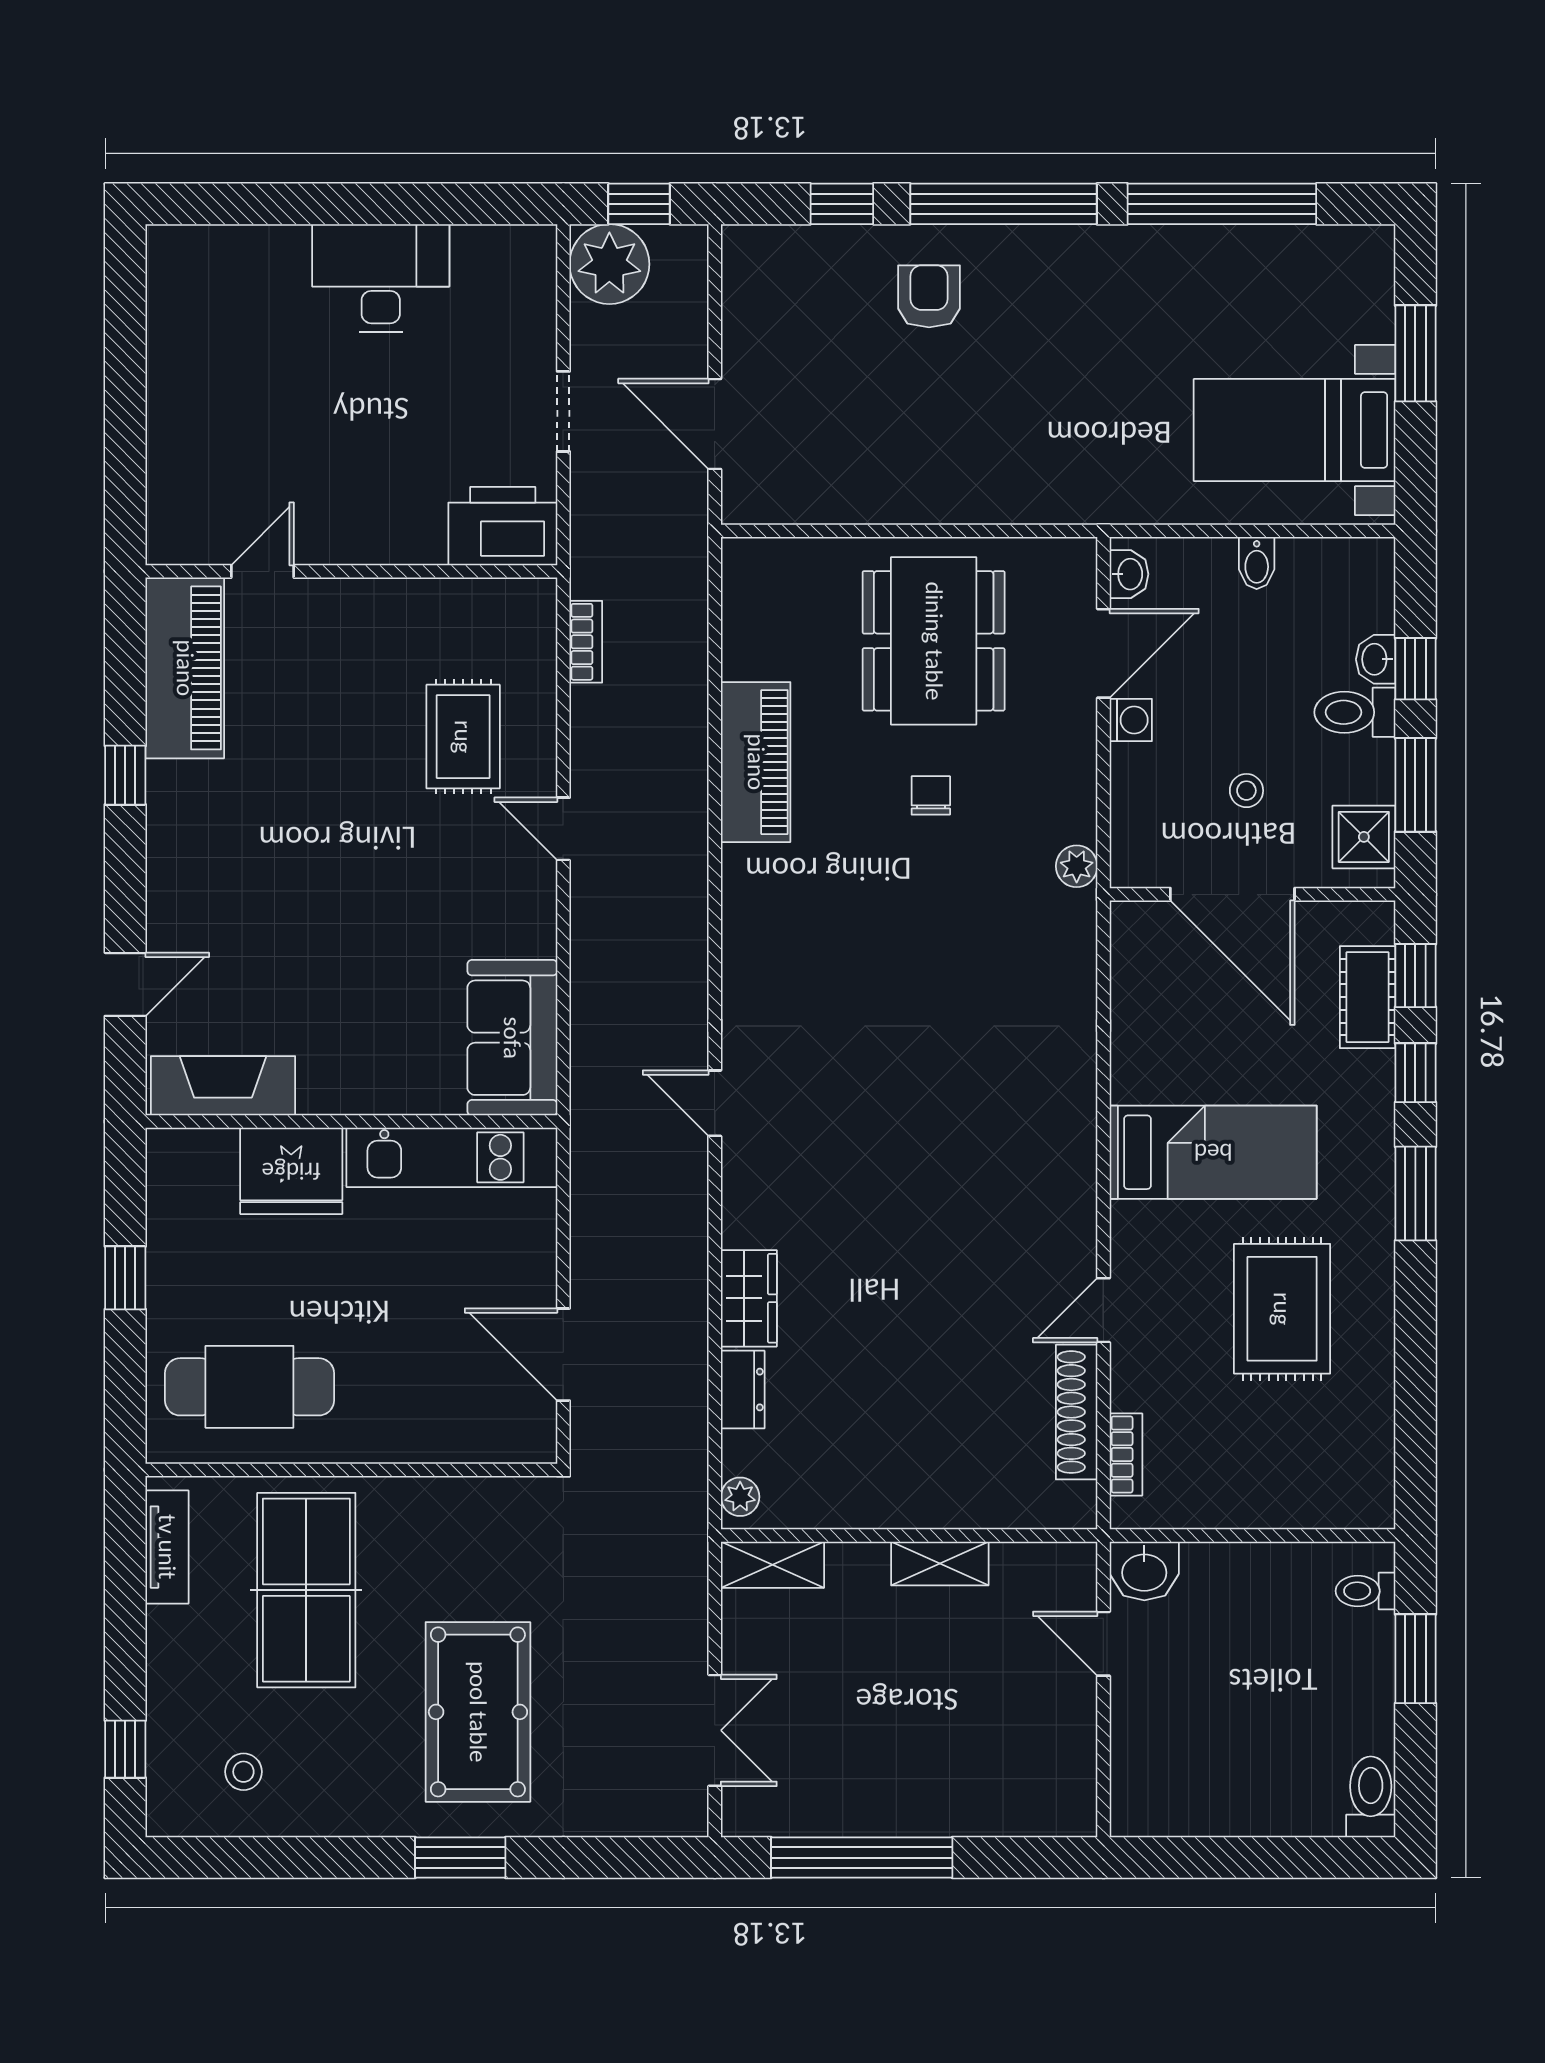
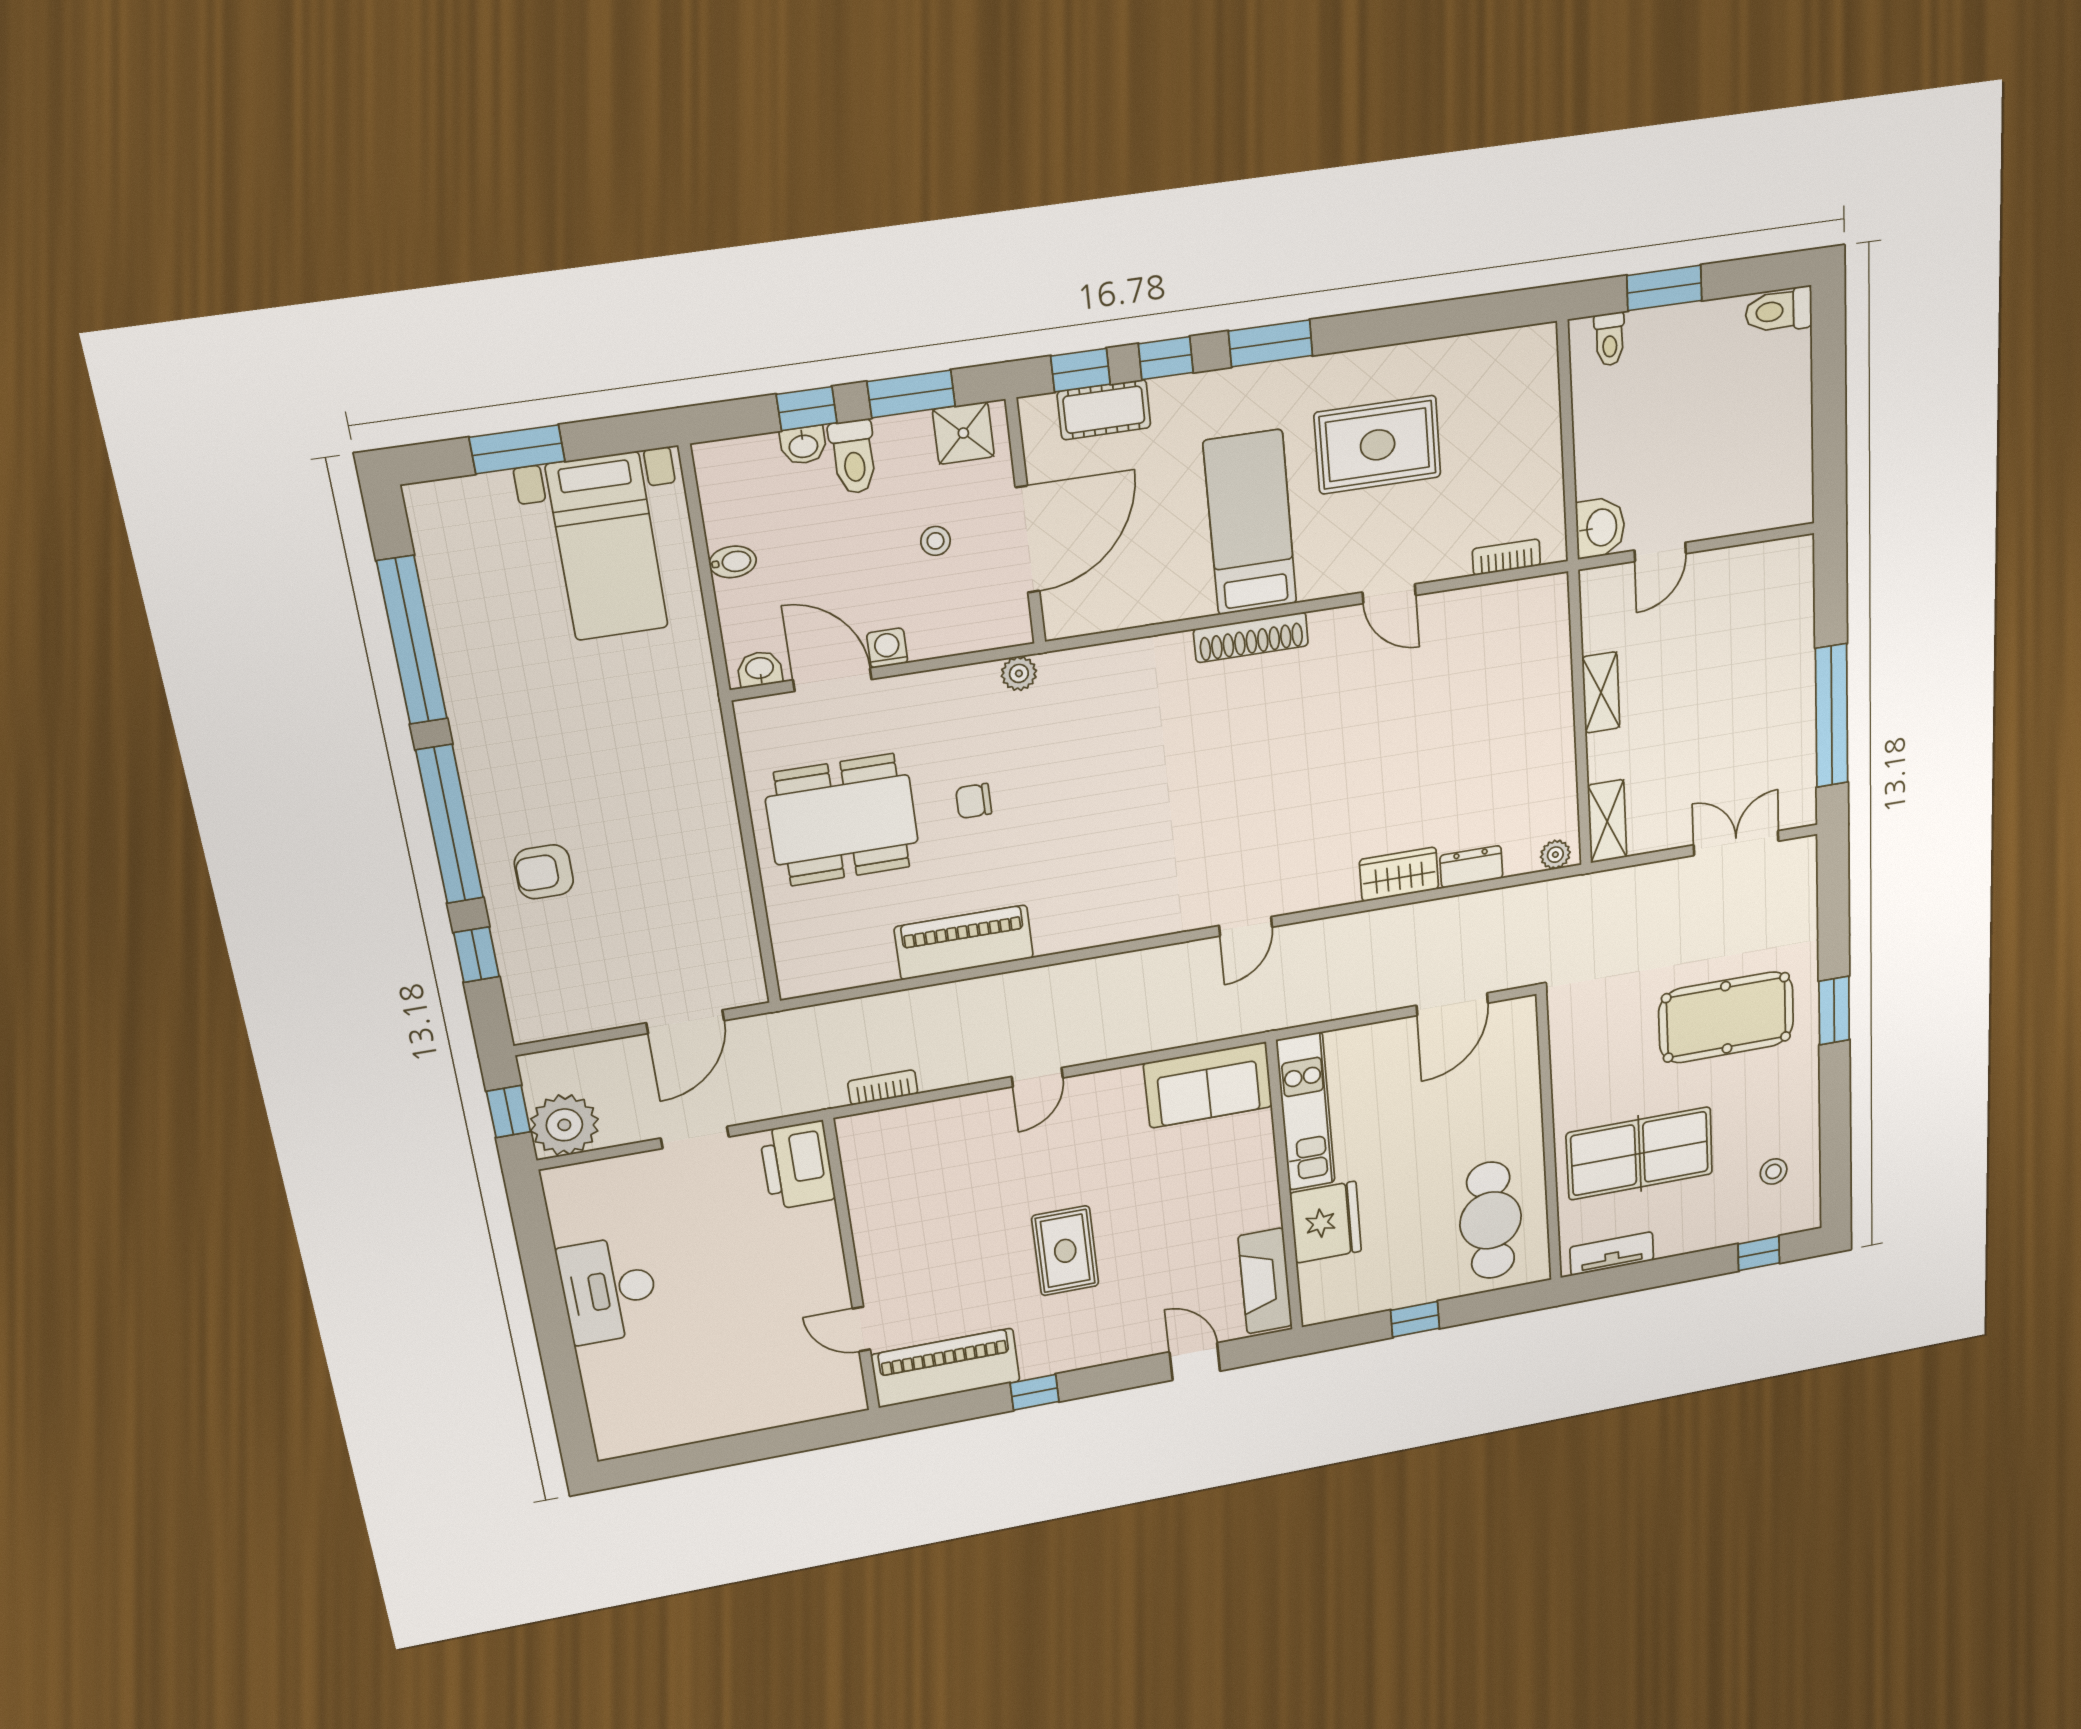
rug: (463, 737) -> (1065, 1251), moved, turned 90
shoe rack: (1077, 1412) -> (1251, 637), moved

